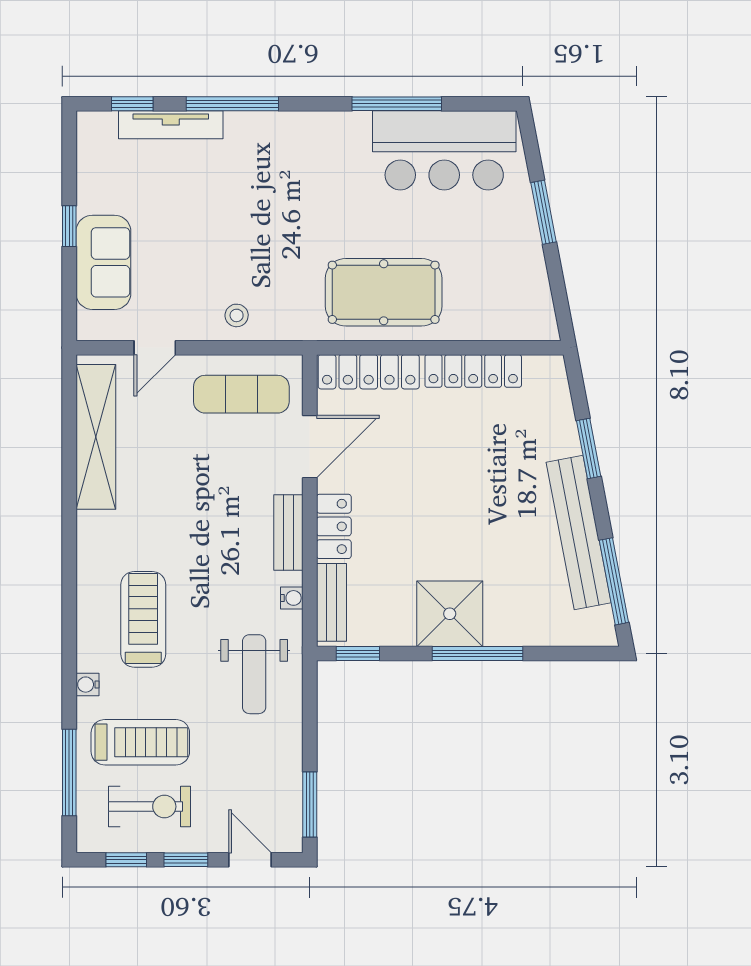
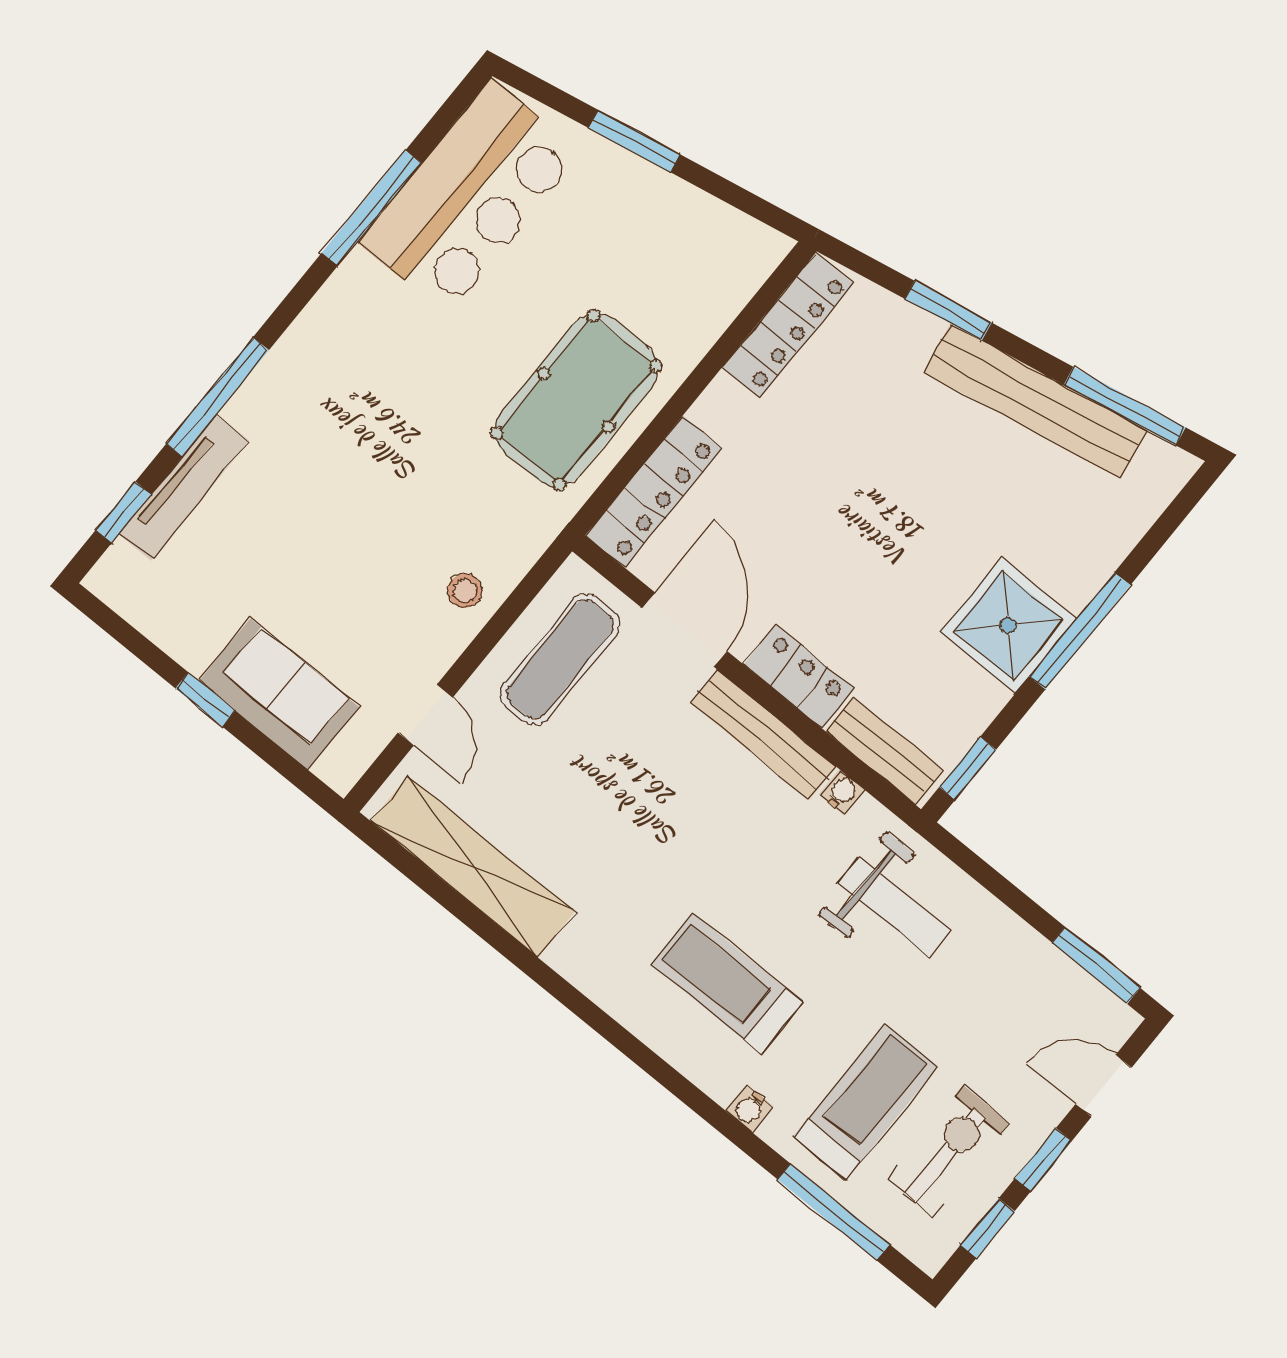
locker: (473, 371) -> (788, 325), moved
bench: (288, 532) -> (763, 735), width x1.36

